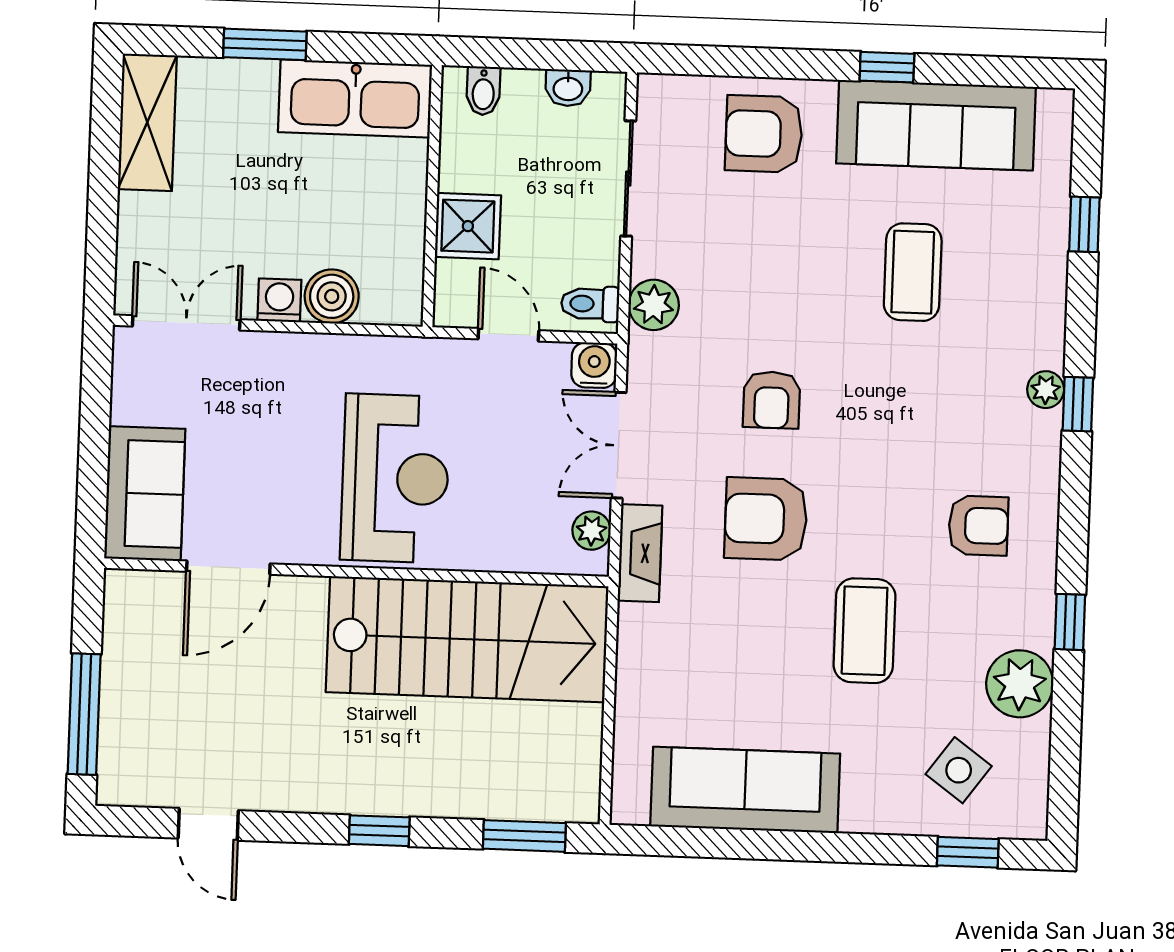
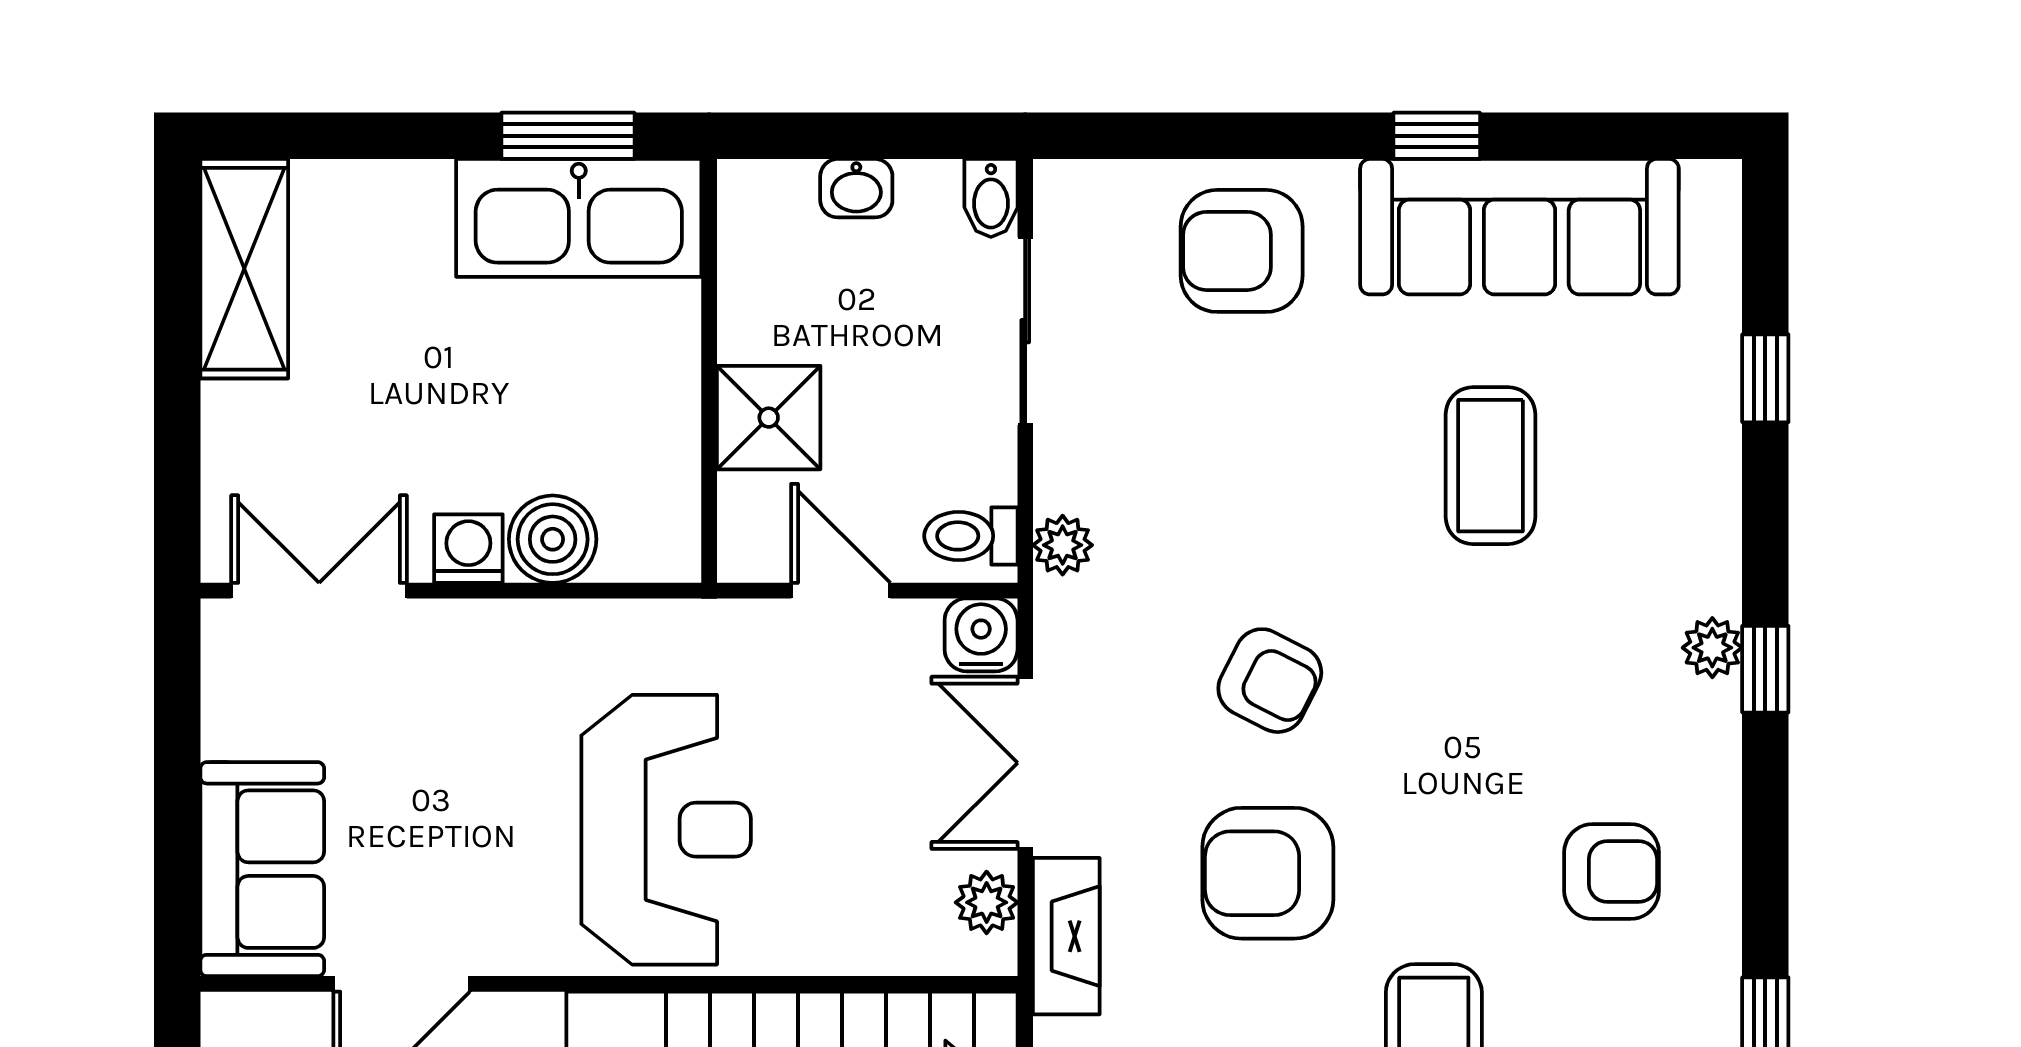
window: (265, 44) -> (568, 136), moved
washbasin: (568, 88) -> (856, 188), moved
bidet: (483, 91) -> (991, 198), moved
plant: (654, 305) -> (1063, 545), width x0.73, depth x0.73
armchair: (772, 400) -> (1270, 681), turned -63

